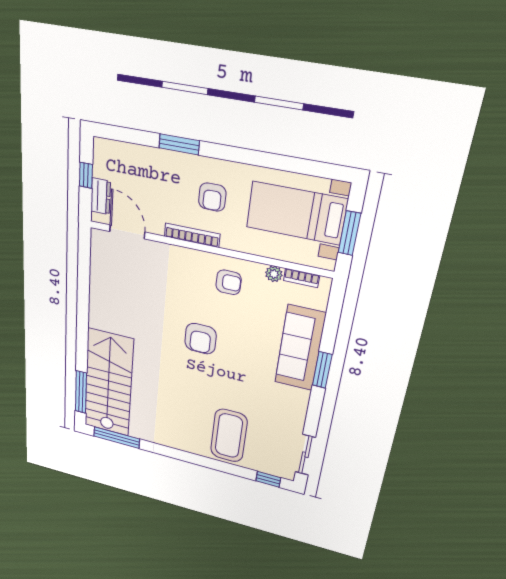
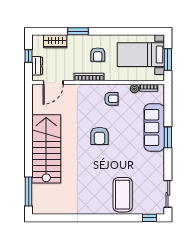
wardrobe: (135, 157) -> (55, 41), added
door: (127, 232) -> (53, 83), swing flipped
stairs: (108, 383) -> (46, 149), moved
window: (117, 437) -> (53, 218), removed

